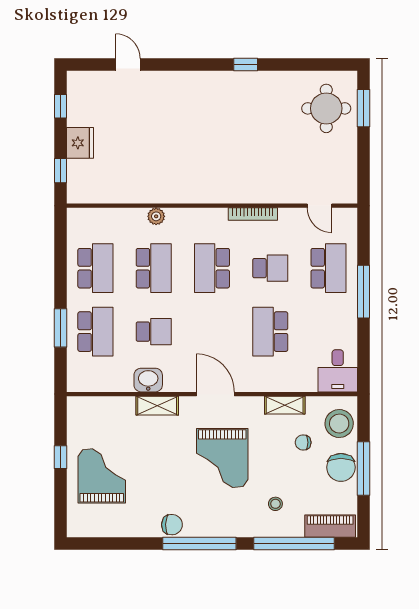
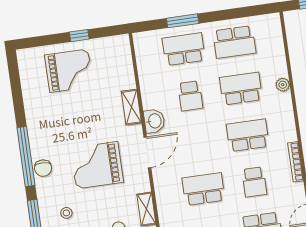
school desk: (154, 268) -> (241, 89), turned 180
school desk: (95, 332) -> (184, 49), turned 180
washbasin: (148, 380) -> (154, 121), moved
chair: (172, 525) -> (43, 168), moved

